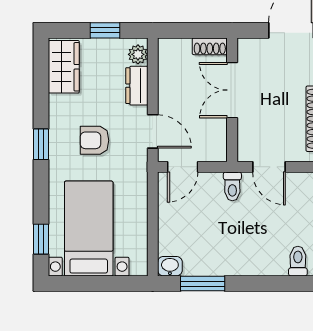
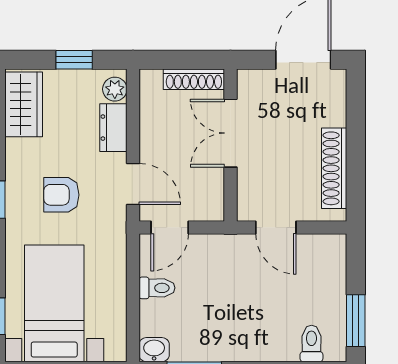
shoe rack: (210, 46) -> (194, 79), width x1.43
toilet: (232, 186) -> (157, 288), moved, turned -90

